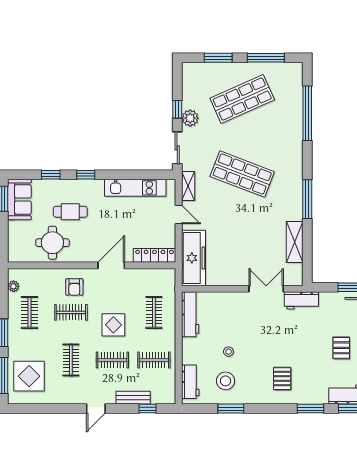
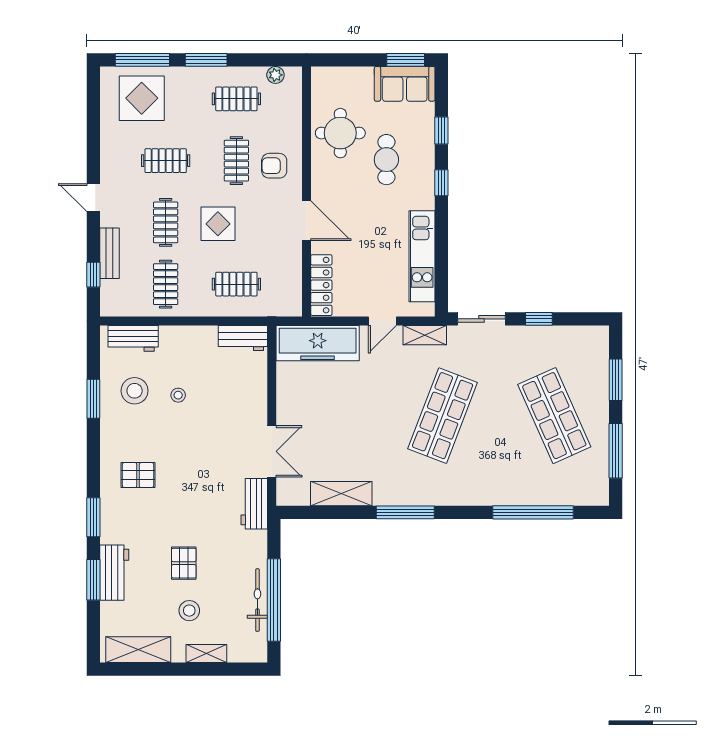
plant: (190, 118) -> (526, 338), removed
workbench: (190, 314) -> (243, 338), width x0.73
pallet: (341, 348) -> (184, 563), turned 90

